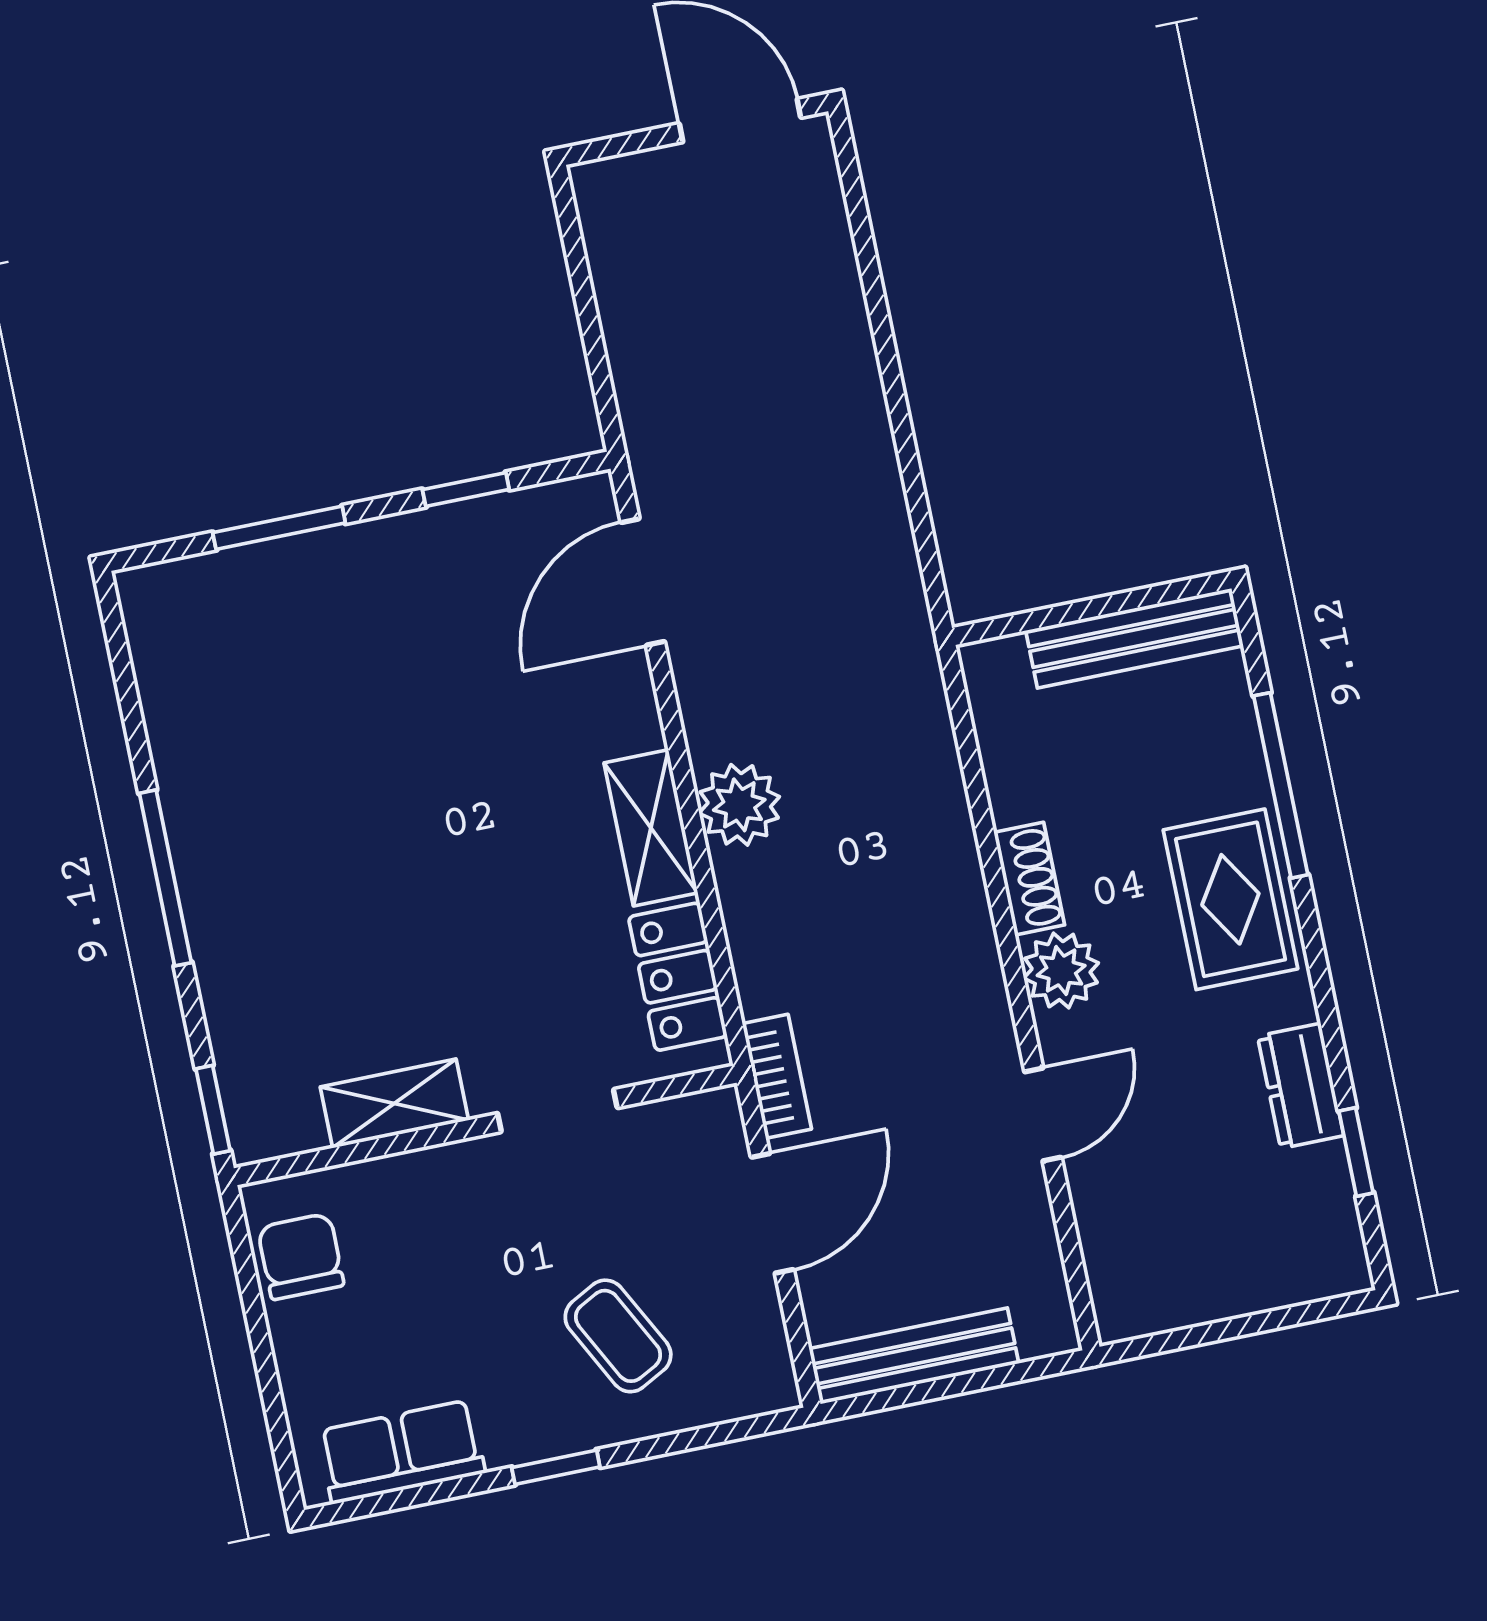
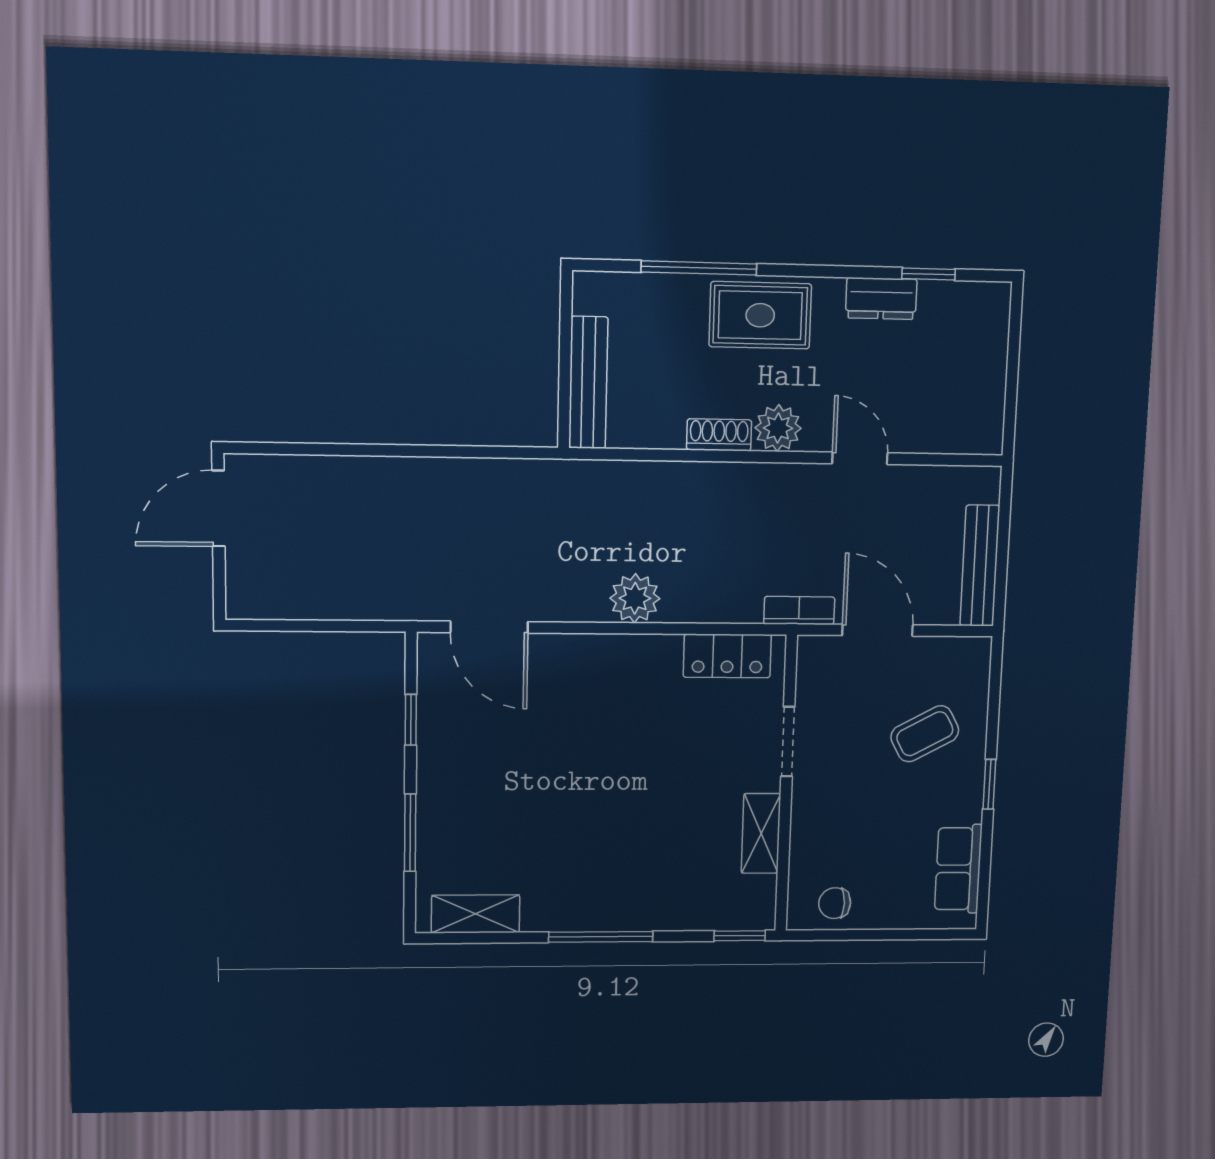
bench: (1134, 638) -> (588, 383), moved
shelving: (651, 828) -> (475, 914), moved
chair: (301, 1256) -> (835, 903), width x0.73, depth x0.73

